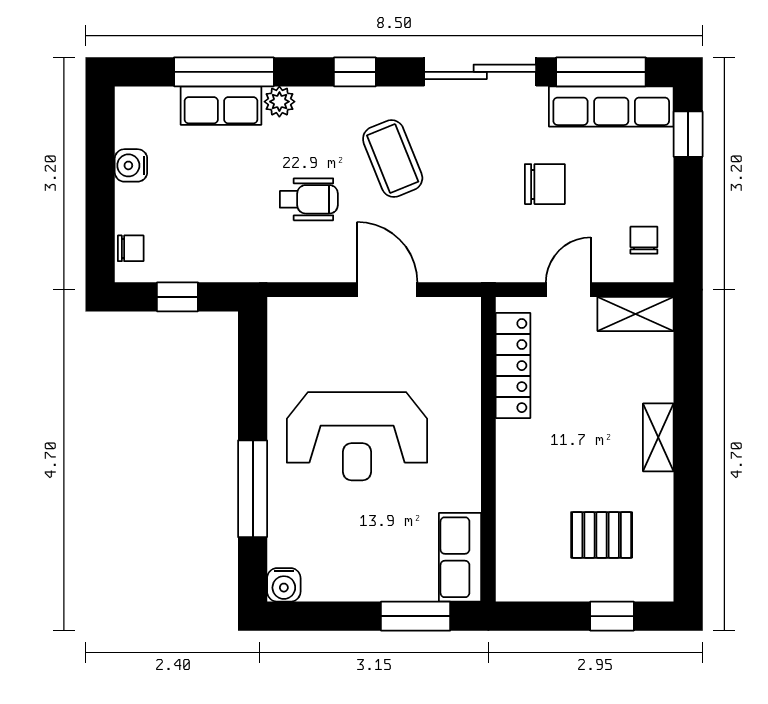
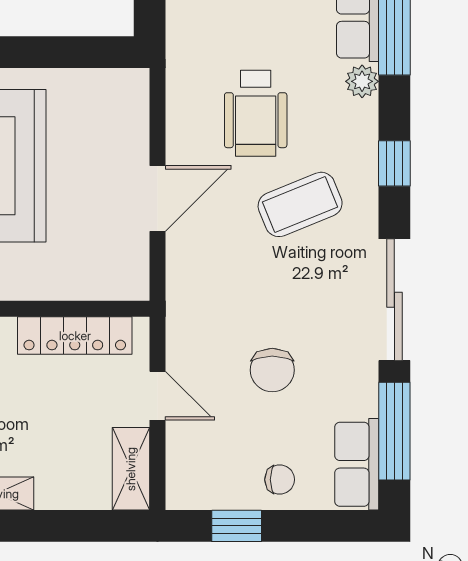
row of seats: (611, 106) -> (357, 464), width x0.68
window: (688, 134) -> (237, 526), moved
wheelchair: (309, 199) -> (256, 113), width x1.36, depth x1.37
chair: (644, 240) -> (280, 480), moved

